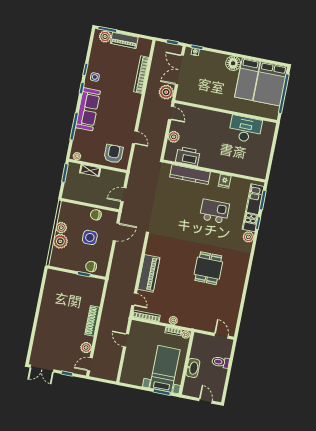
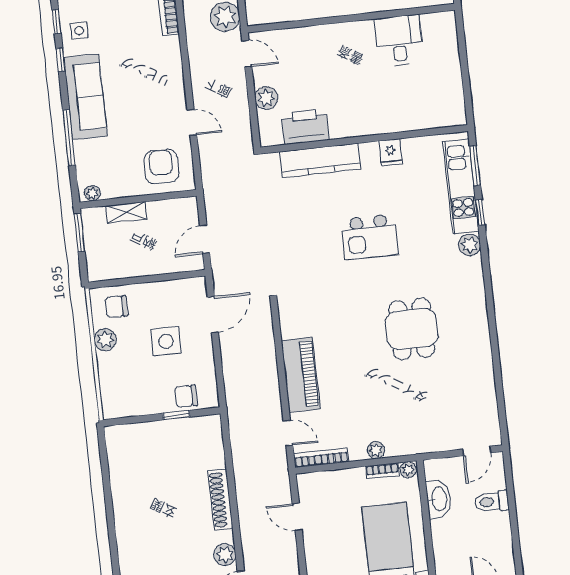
desk: (245, 129) -> (399, 40), width x0.73
kitchen island: (214, 211) -> (370, 237), moved, turned 180
chair: (96, 215) -> (117, 307), moved
plant: (60, 241) -> (112, 366), removed
door: (221, 336) -> (477, 451), swing flipped
washbasin: (193, 368) -> (439, 499), moved

